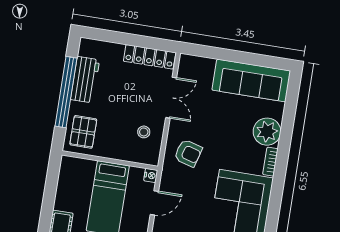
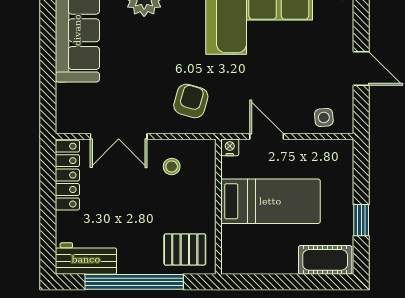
workbench: (85, 80) -> (86, 259), moved
double door: (171, 98) -> (119, 136), swing flipped

